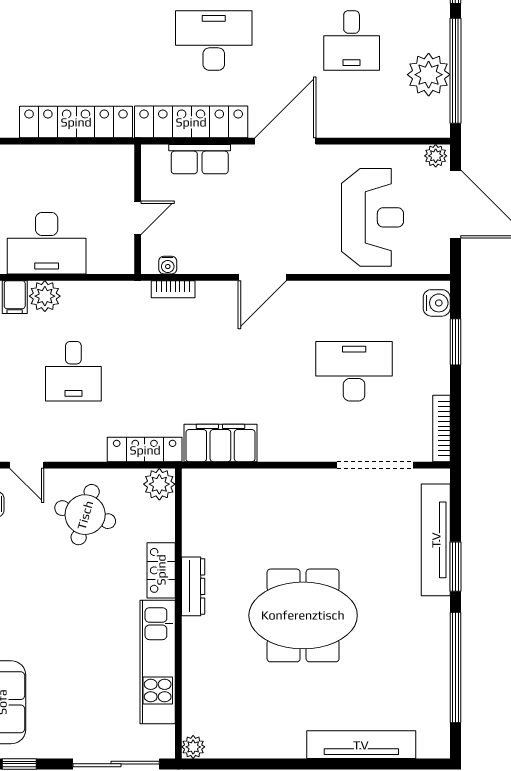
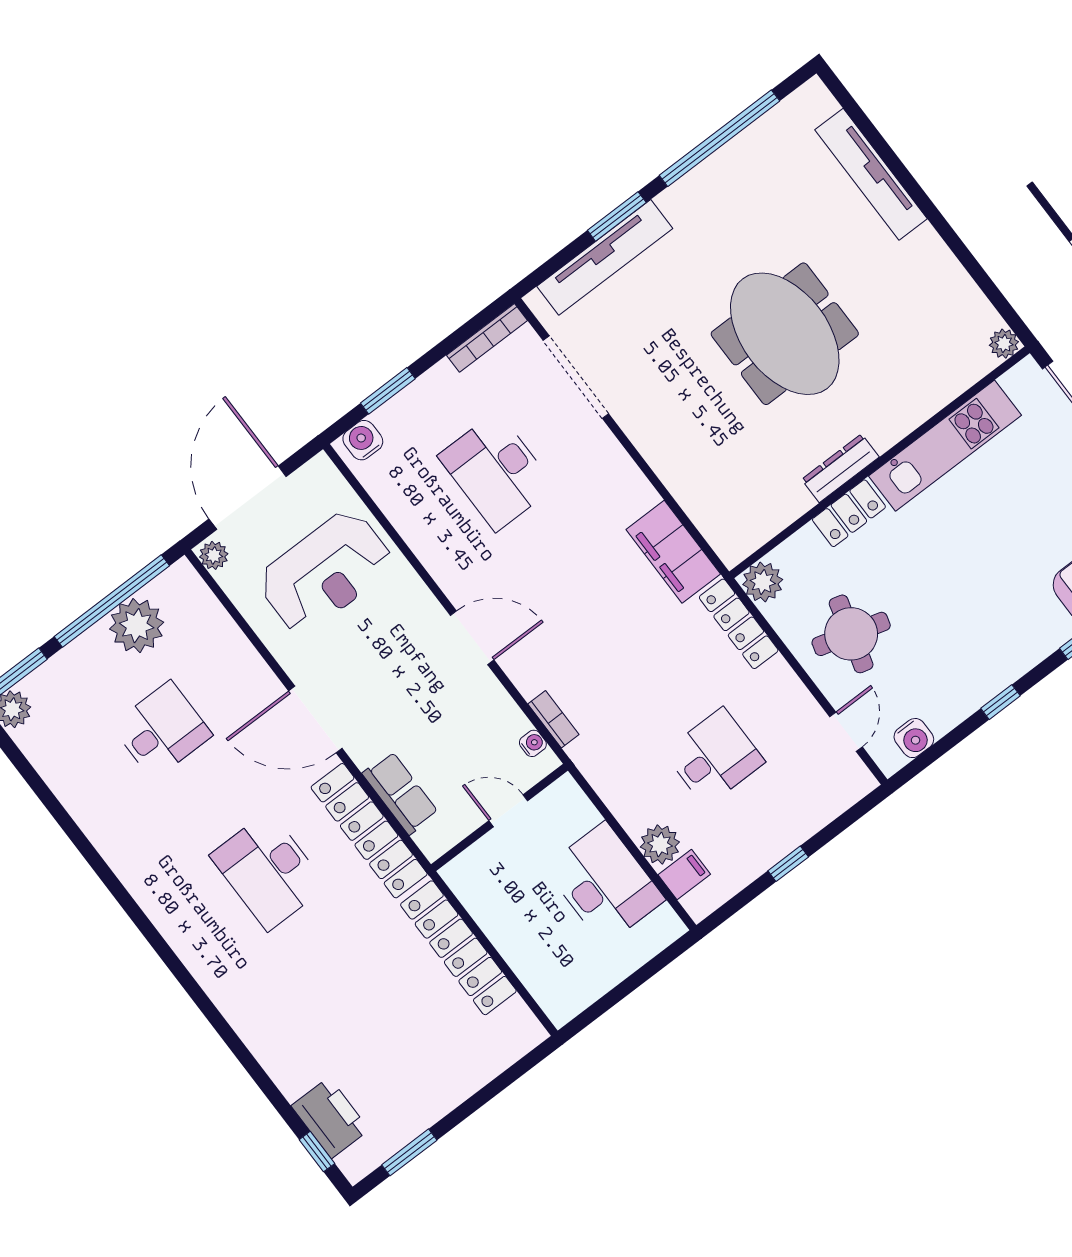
reception desk: (372, 217) -> (325, 572), turned 180

